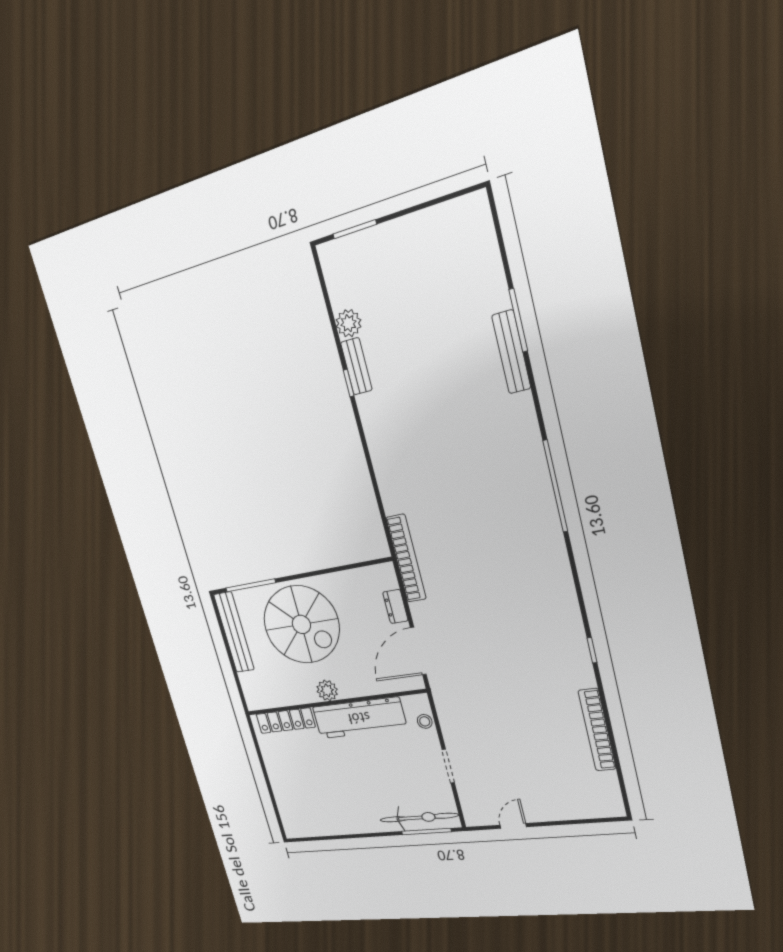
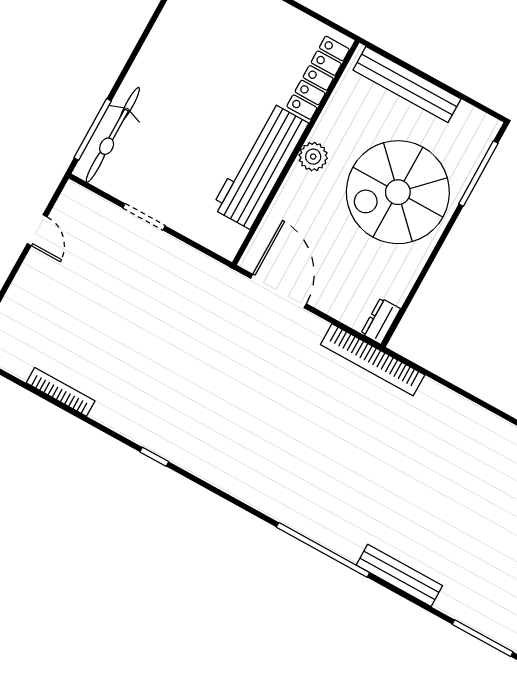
bench: (511, 352) -> (399, 575), moved
dresser: (395, 606) -> (381, 321), moved, turned -90
bench: (234, 632) -> (407, 84), moved
stool: (425, 721) -> (206, 234), removed
bookcase: (597, 730) -> (61, 392), width x0.68, depth x0.76

